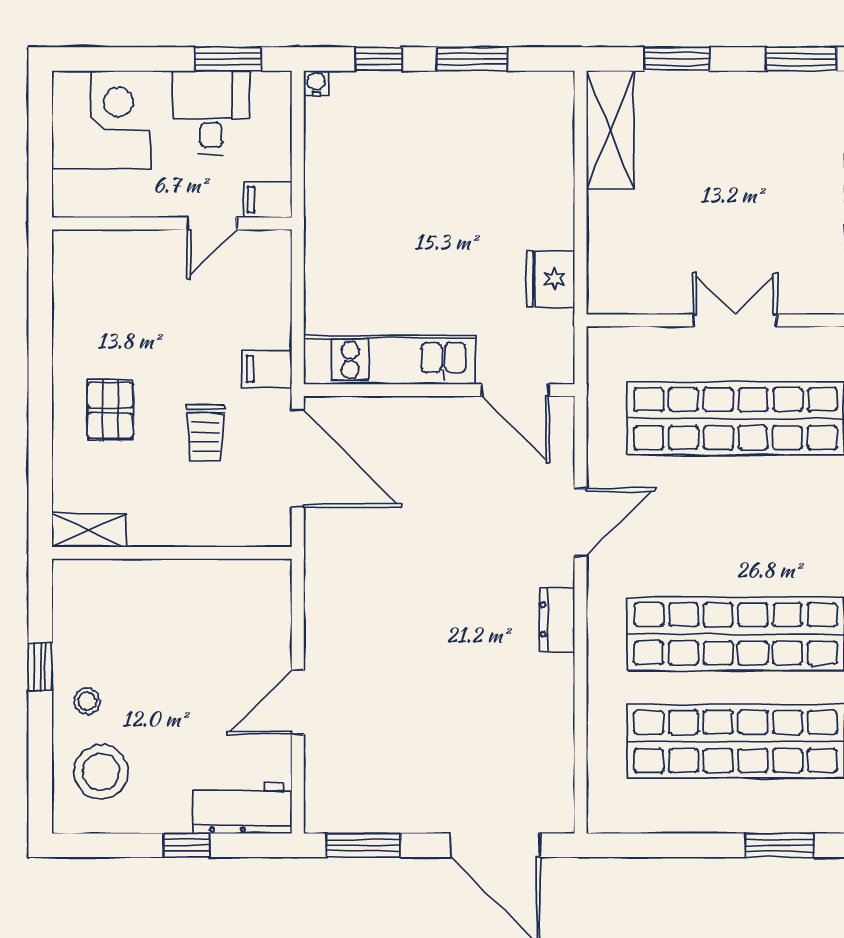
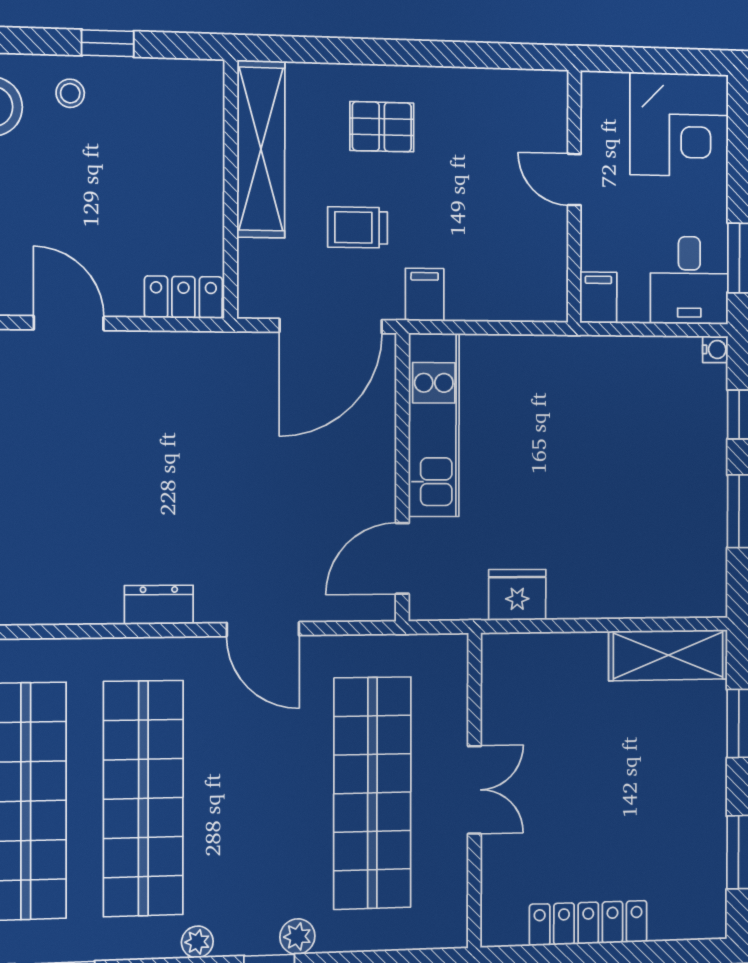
desk: (211, 112) -> (689, 280), moved, turned 90
door: (212, 224) -> (574, 180), moved
shelving: (89, 530) -> (261, 149), width x2.20, depth x1.33
locker: (273, 597) -> (183, 297), added

